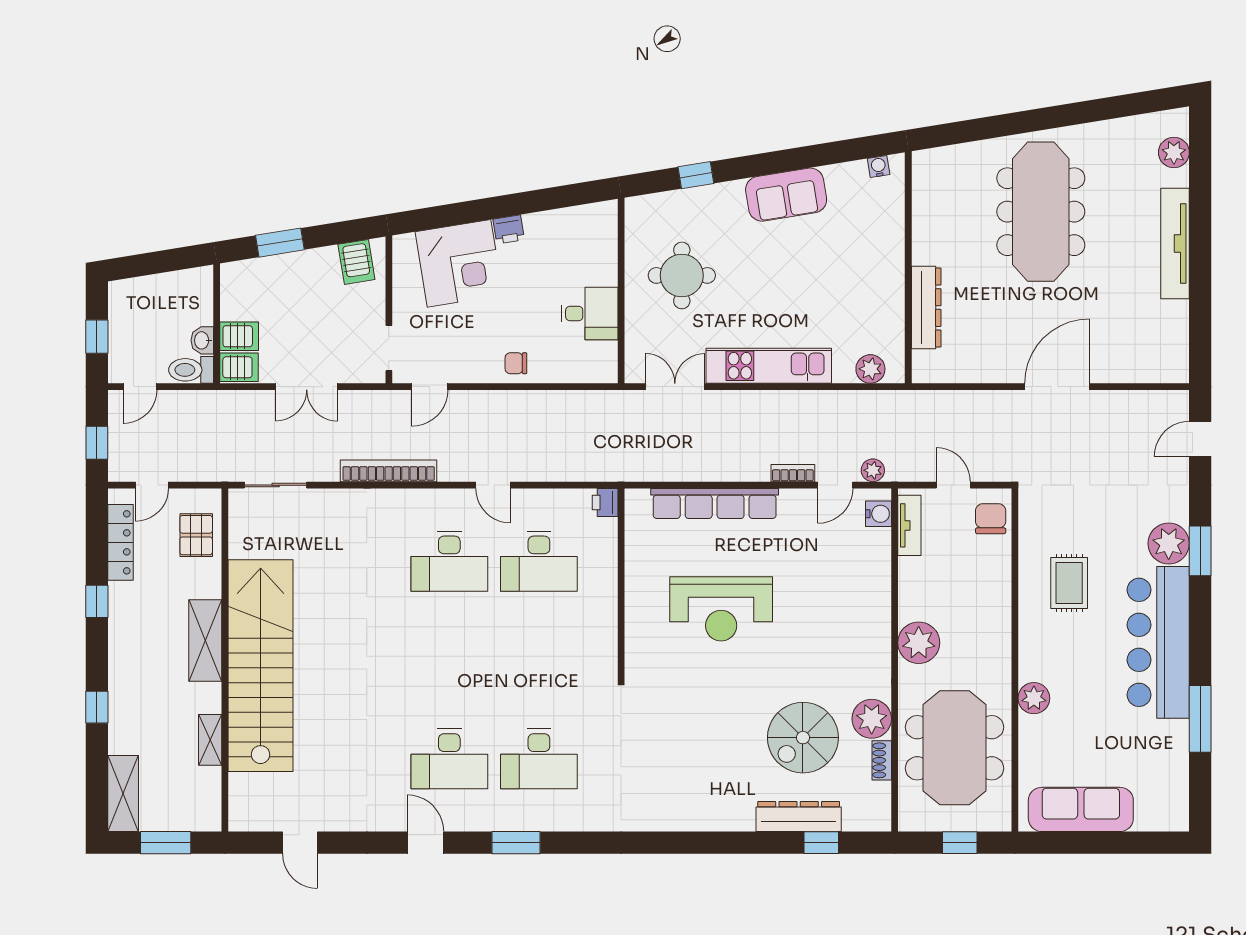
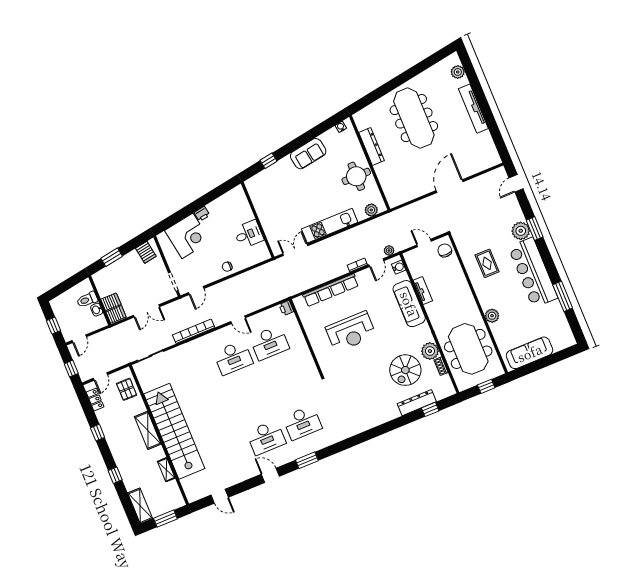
round table: (682, 275) -> (356, 176), moved
dresser: (926, 308) -> (371, 146), moved
toilet: (191, 370) -> (87, 300), moved
tv unit: (909, 525) -> (423, 291), moved
locker: (120, 542) -> (95, 400), width x0.66
sofa: (869, 600) -> (409, 304), added
plant: (919, 643) -> (436, 312), removed

